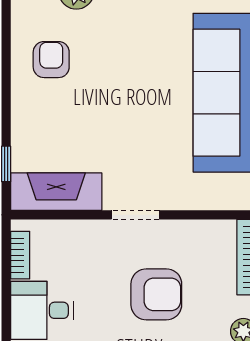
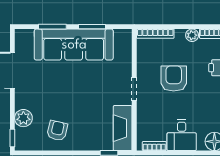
armchair: (51, 60) -> (57, 131), turned 103

